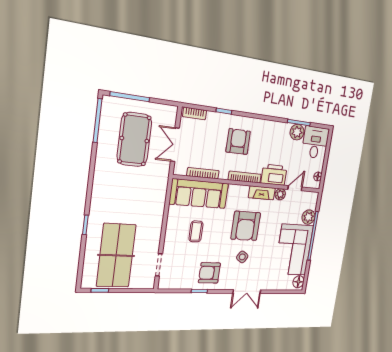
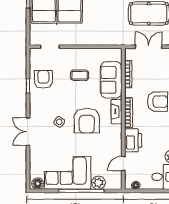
door: (295, 188) -> (123, 164), swing flipped
fireplace: (262, 193) -> (117, 112), moved
sofa: (199, 194) -> (111, 80), width x0.73
plant: (280, 194) -> (117, 150), removed
armchair: (246, 226) -> (87, 121), turned -90
armchair: (209, 273) -> (43, 79), moved

